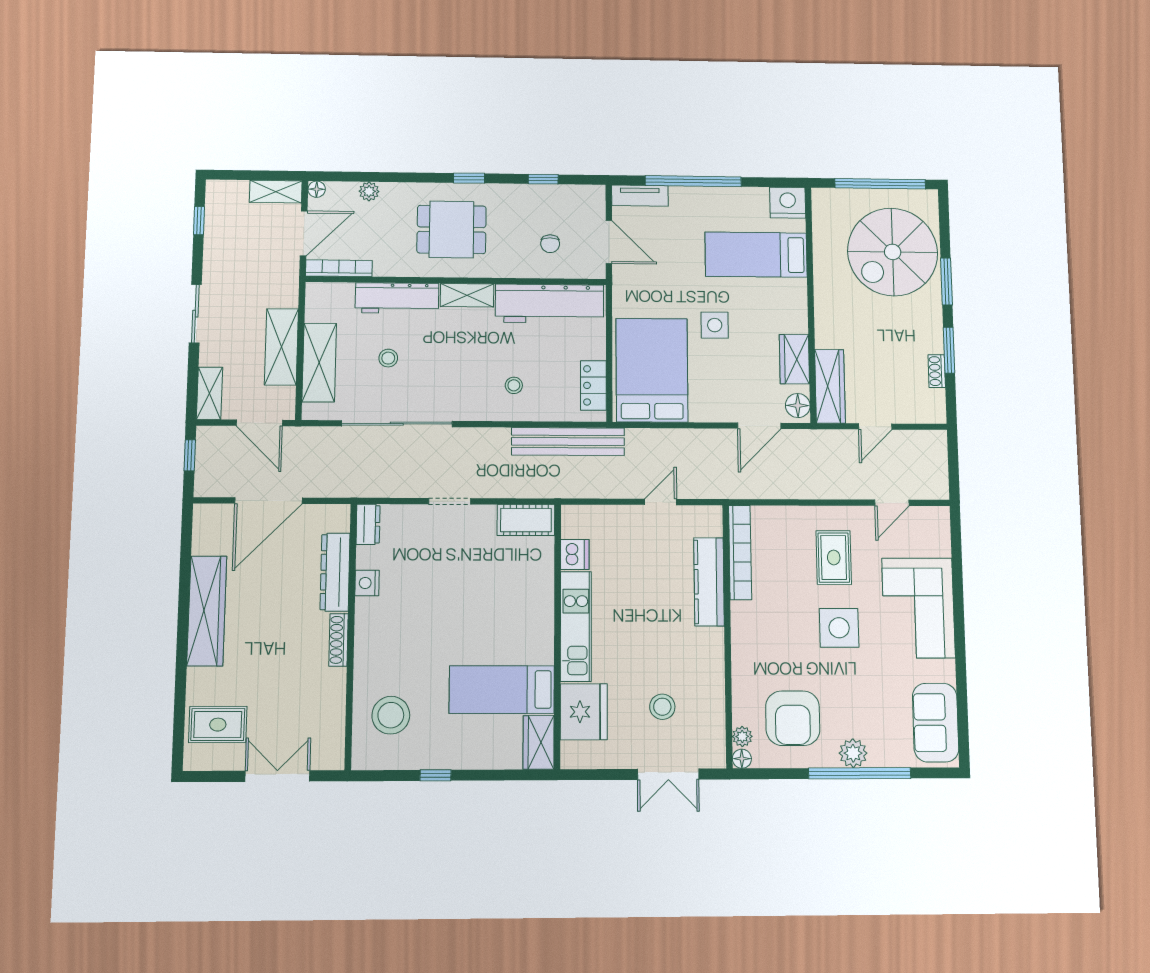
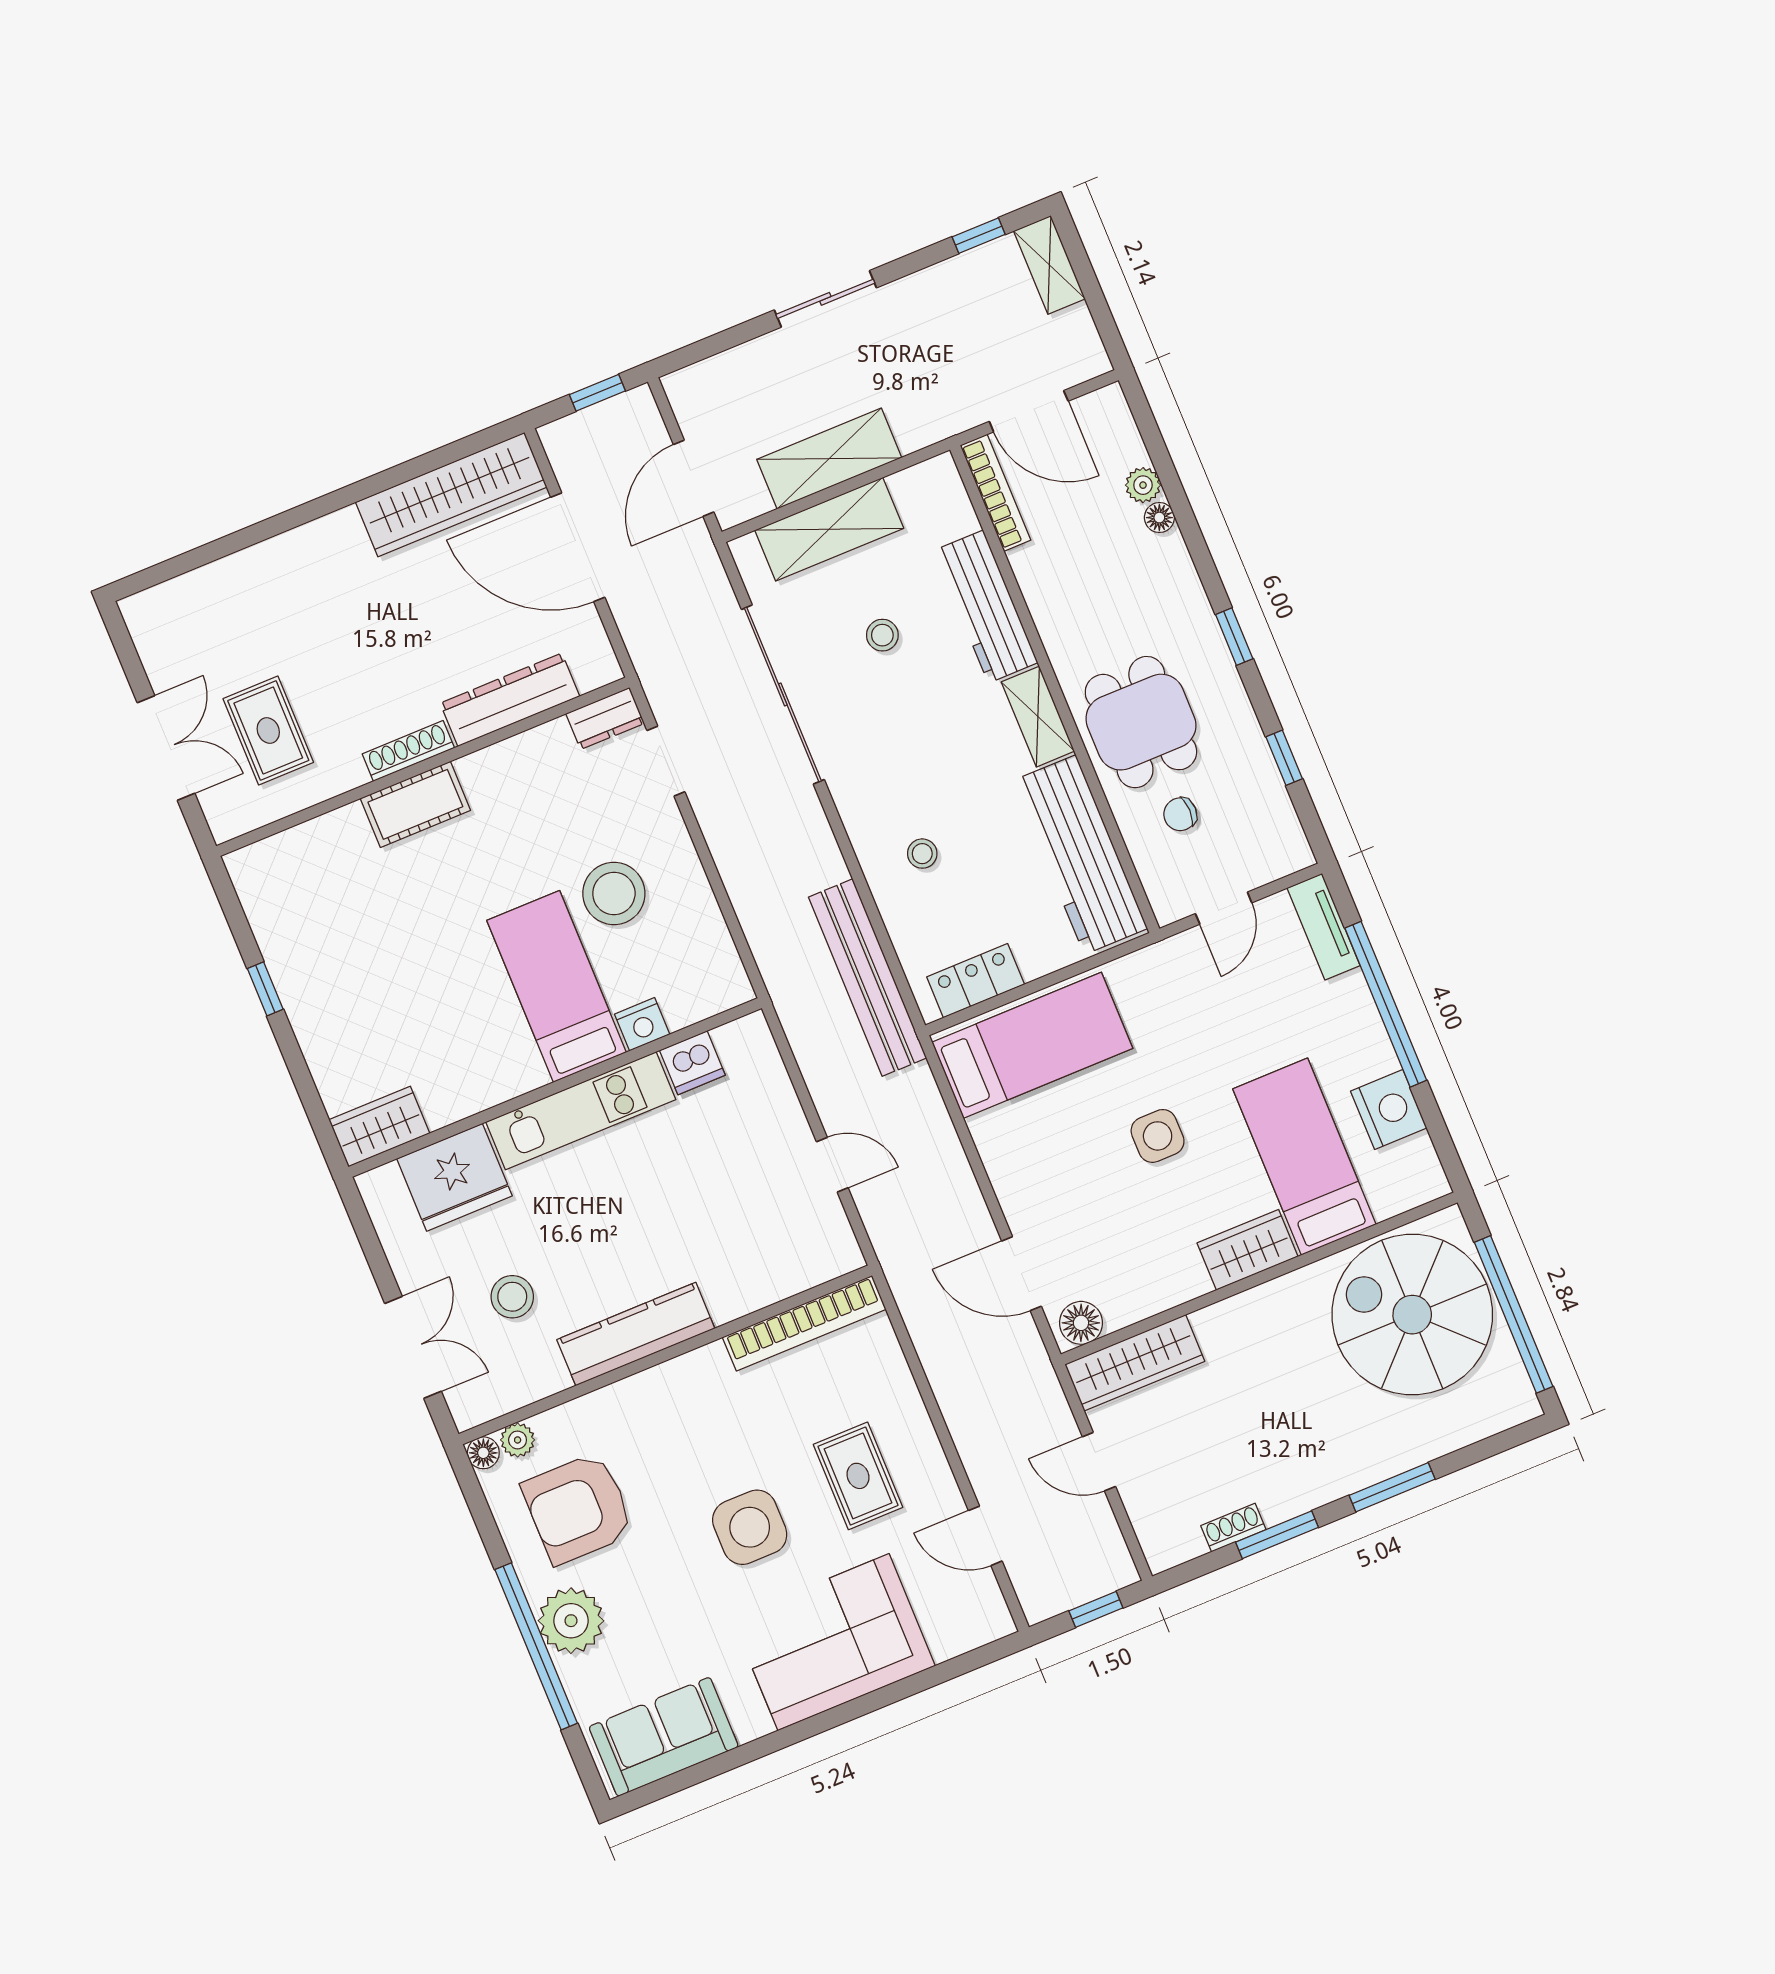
floor lamp: (317, 189) -> (1159, 518), moved
shelving: (276, 192) -> (1049, 265), moved
nightstand: (788, 203) -> (1389, 1110), moved
dining table: (452, 229) -> (1141, 722), moved
door: (609, 242) -> (1224, 908), width x0.73
spiral stairs: (893, 252) -> (1412, 1315), moved
wardrobe: (794, 359) -> (1247, 1250), moved
bed: (652, 370) -> (1032, 1045), width x0.67
shelving: (210, 393) -> (708, 379), removed
window: (953, 461) -> (1096, 1609), added
doorway: (450, 501) -> (666, 761), moved
cot: (526, 520) -> (415, 804), moved, turned 90
rug: (834, 558) -> (858, 1476), turned 90
kitchen counter: (709, 582) -> (636, 1334), moved
nightstand: (367, 583) -> (642, 1024), moved, turned 180
wardrobe: (207, 611) -> (451, 495), moved
bed: (502, 690) -> (557, 986), moved
stool: (391, 715) -> (614, 893), moved
rug: (218, 725) -> (268, 731), moved
plant: (853, 753) -> (571, 1621), width x1.36, depth x1.36
double door: (668, 774) -> (413, 1347), swing flipped

